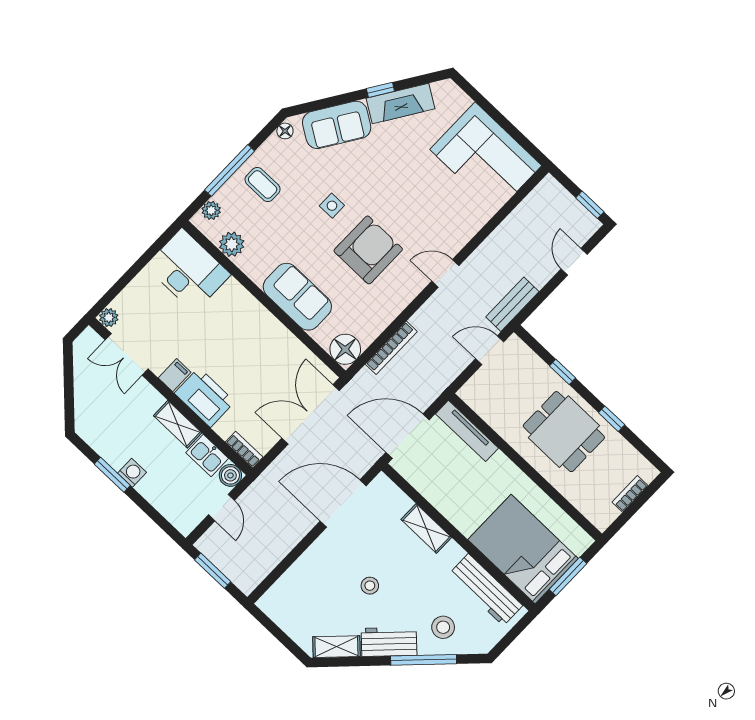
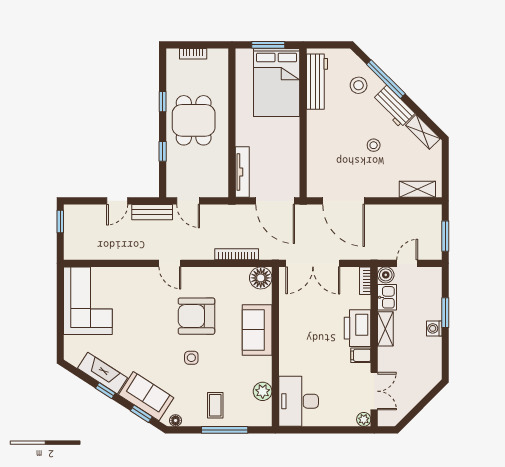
window: (324, 103) -> (141, 414), added
plant: (211, 210) -> (255, 419), removed
door: (574, 262) -> (117, 201), moved
window: (112, 475) -> (445, 313), moved
shelving: (426, 528) -> (417, 189), moved, turned 90

